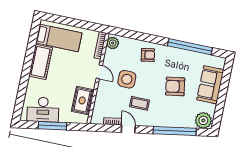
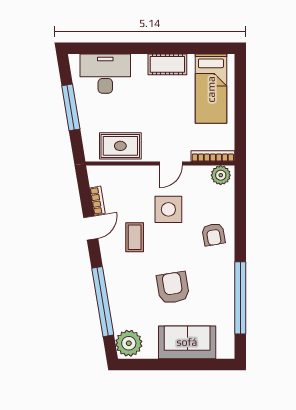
cot: (41, 62) -> (167, 64), width x0.73, depth x0.75
desk: (43, 110) -> (105, 74), moved, turned 99

